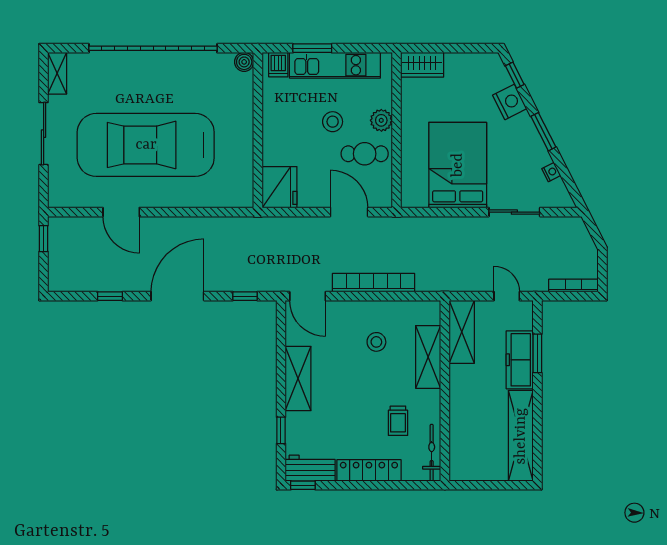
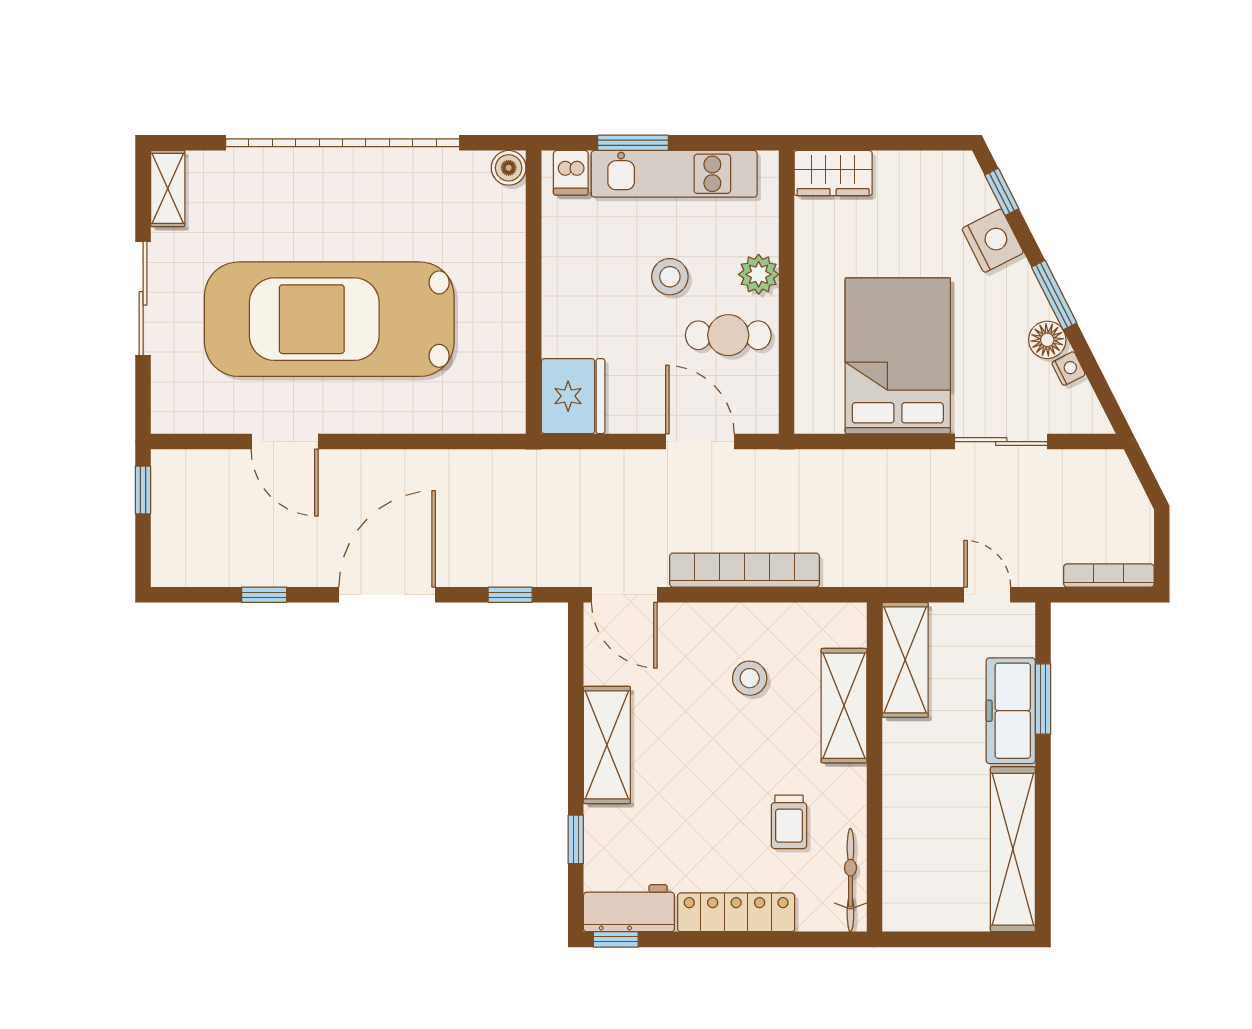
floor lamp: (540, 156) -> (1047, 340), added

